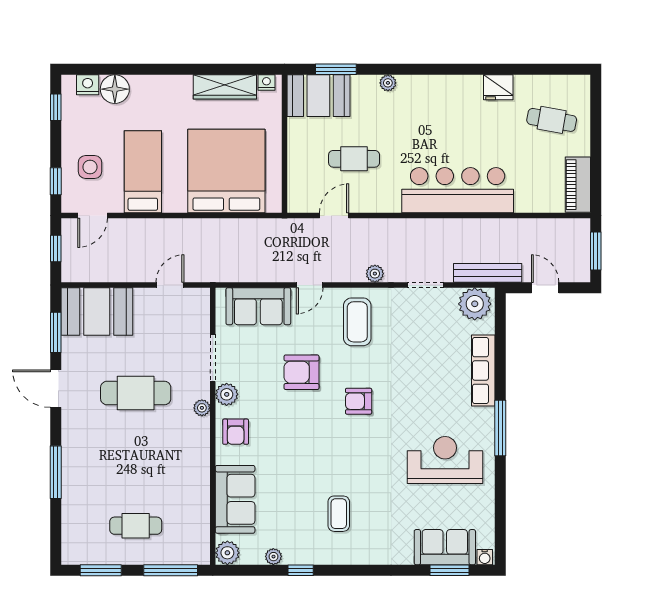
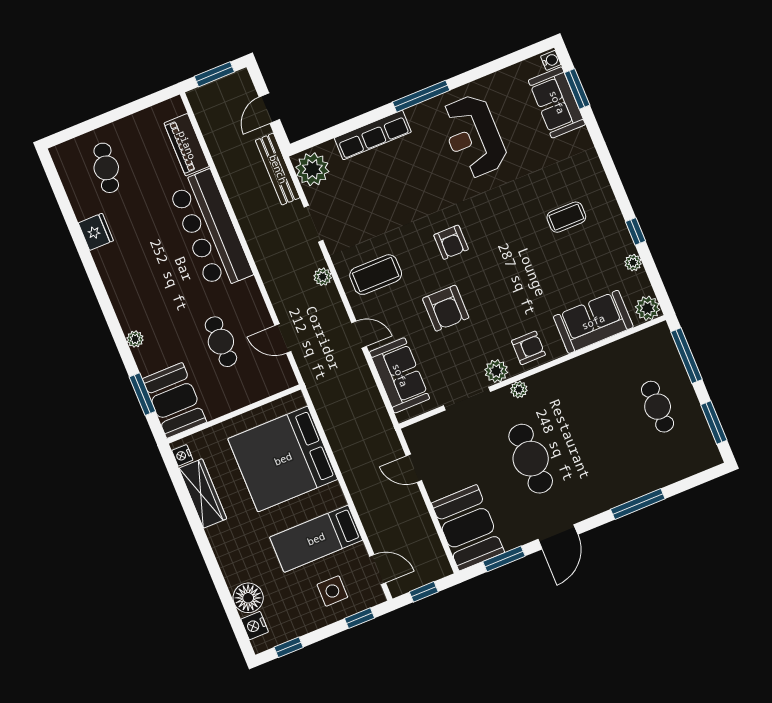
piano: (578, 185) -> (187, 145), moved, turned 90

